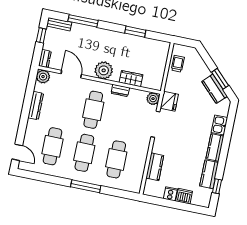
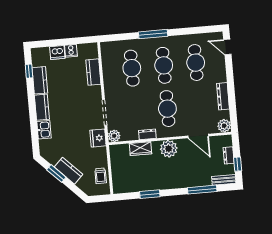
dresser: (45, 59) -> (229, 155), moved
kitchen counter: (215, 89) -> (68, 171), moved

